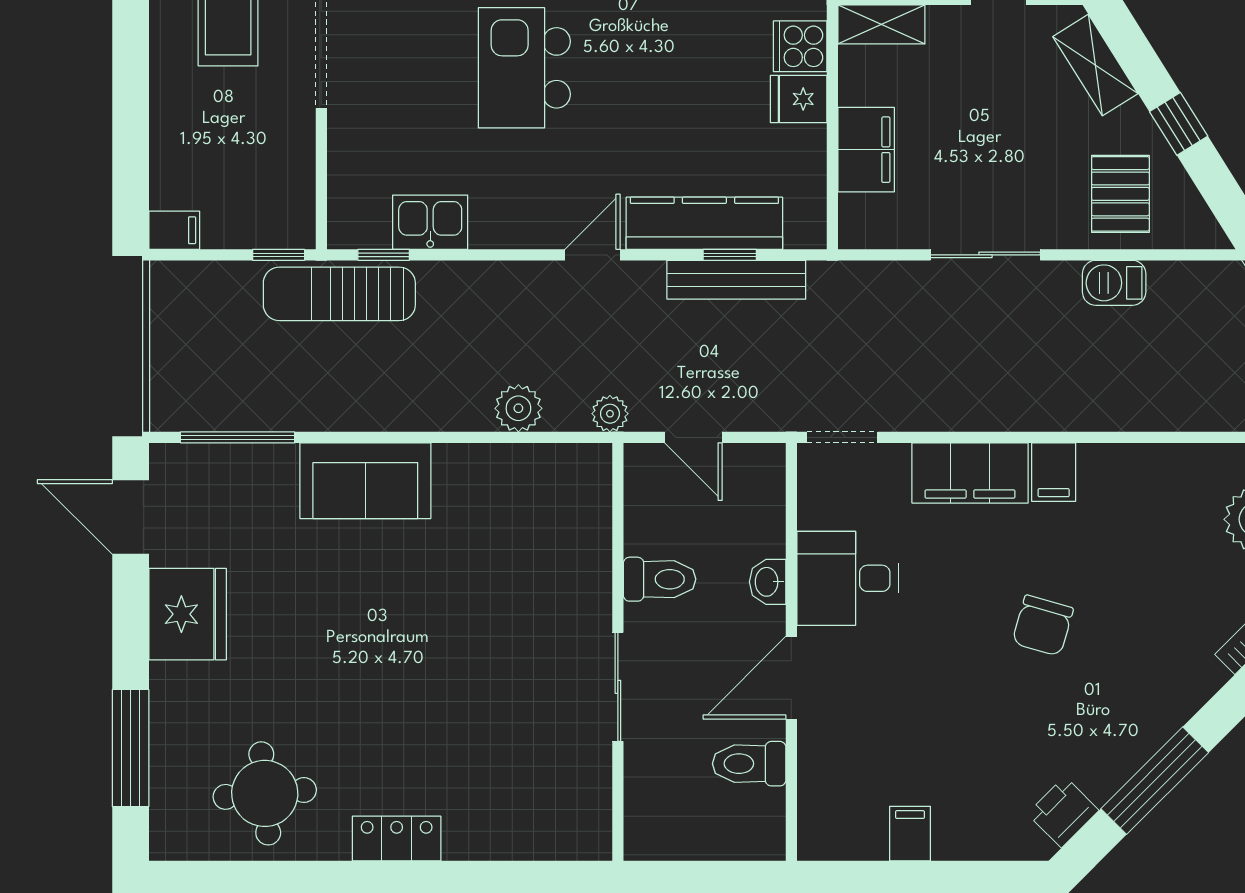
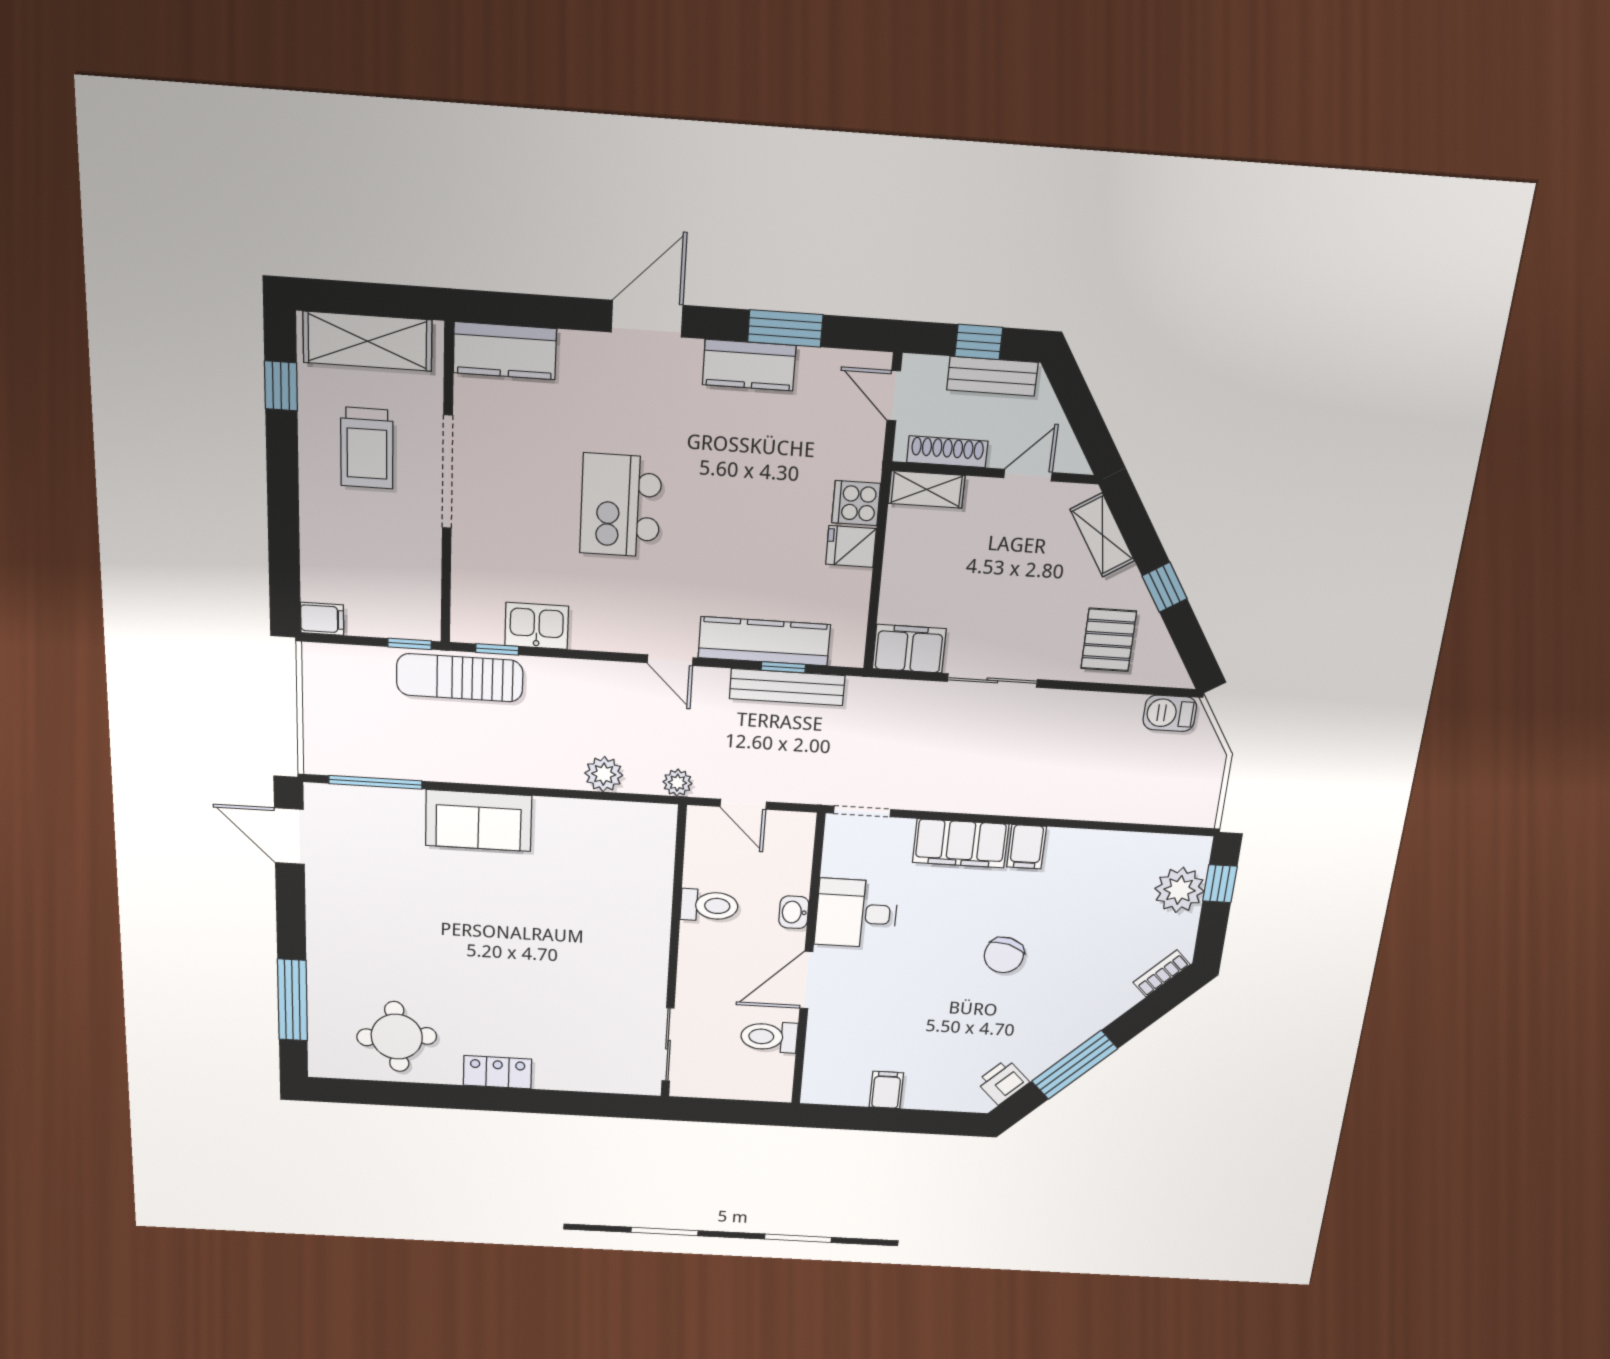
filing cabinet: (866, 150) -> (909, 649), moved, turned -90
door: (592, 255) -> (670, 660), swing flipped
barbecue: (1114, 283) -> (1170, 713), moved
fridge: (188, 614) -> (336, 909), removed
sliding door: (618, 687) -> (668, 1045), moved

